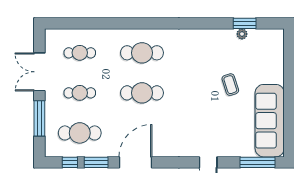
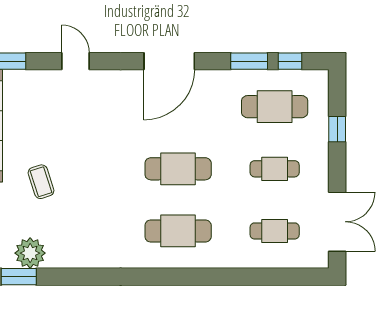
plant: (242, 34) -> (30, 253), width x1.88, depth x1.88
double door: (39, 72) -> (337, 222), moved
window: (39, 118) -> (337, 129), width x0.46
door: (135, 162) -> (169, 61), moved

